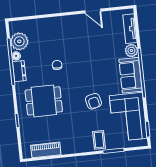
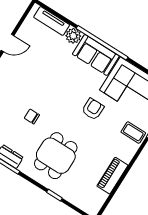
armchair: (93, 101) -> (93, 109), turned -77
piano: (46, 150) -> (112, 176), moved

